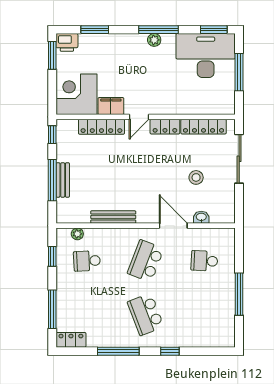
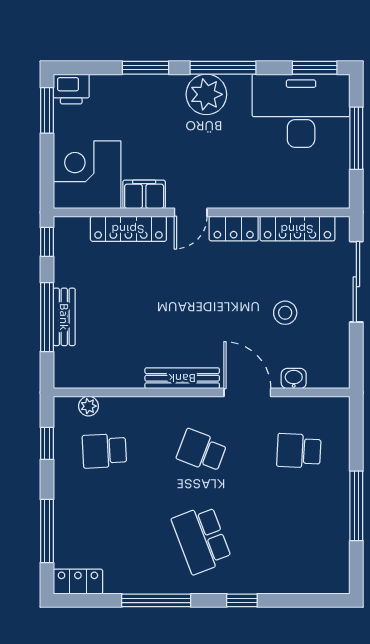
window: (95, 30) -> (146, 68), moved
plant: (154, 40) -> (206, 94), width x1.87, depth x1.87
bench: (113, 217) -> (182, 378), moved
school desk: (146, 261) -> (202, 451), width x0.54

